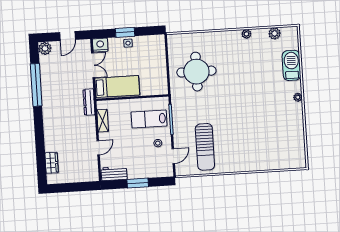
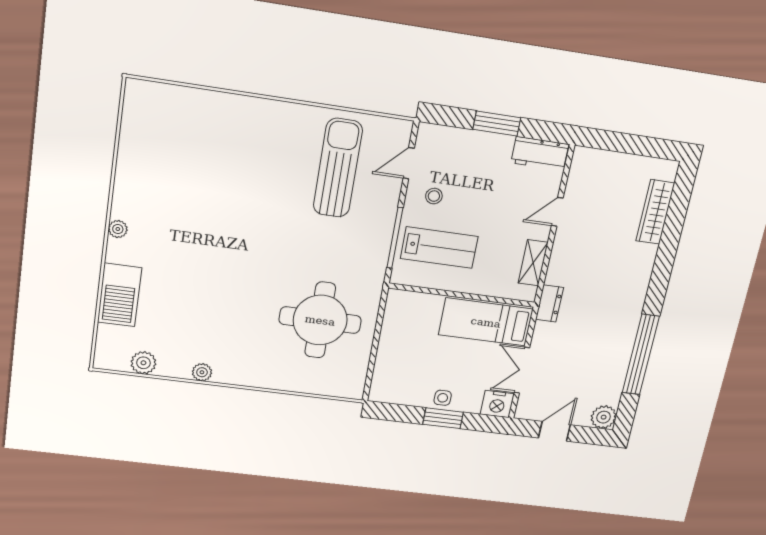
dresser: (89, 102) -> (549, 303), width x0.70
wardrobe: (52, 163) -> (655, 212), width x1.50

